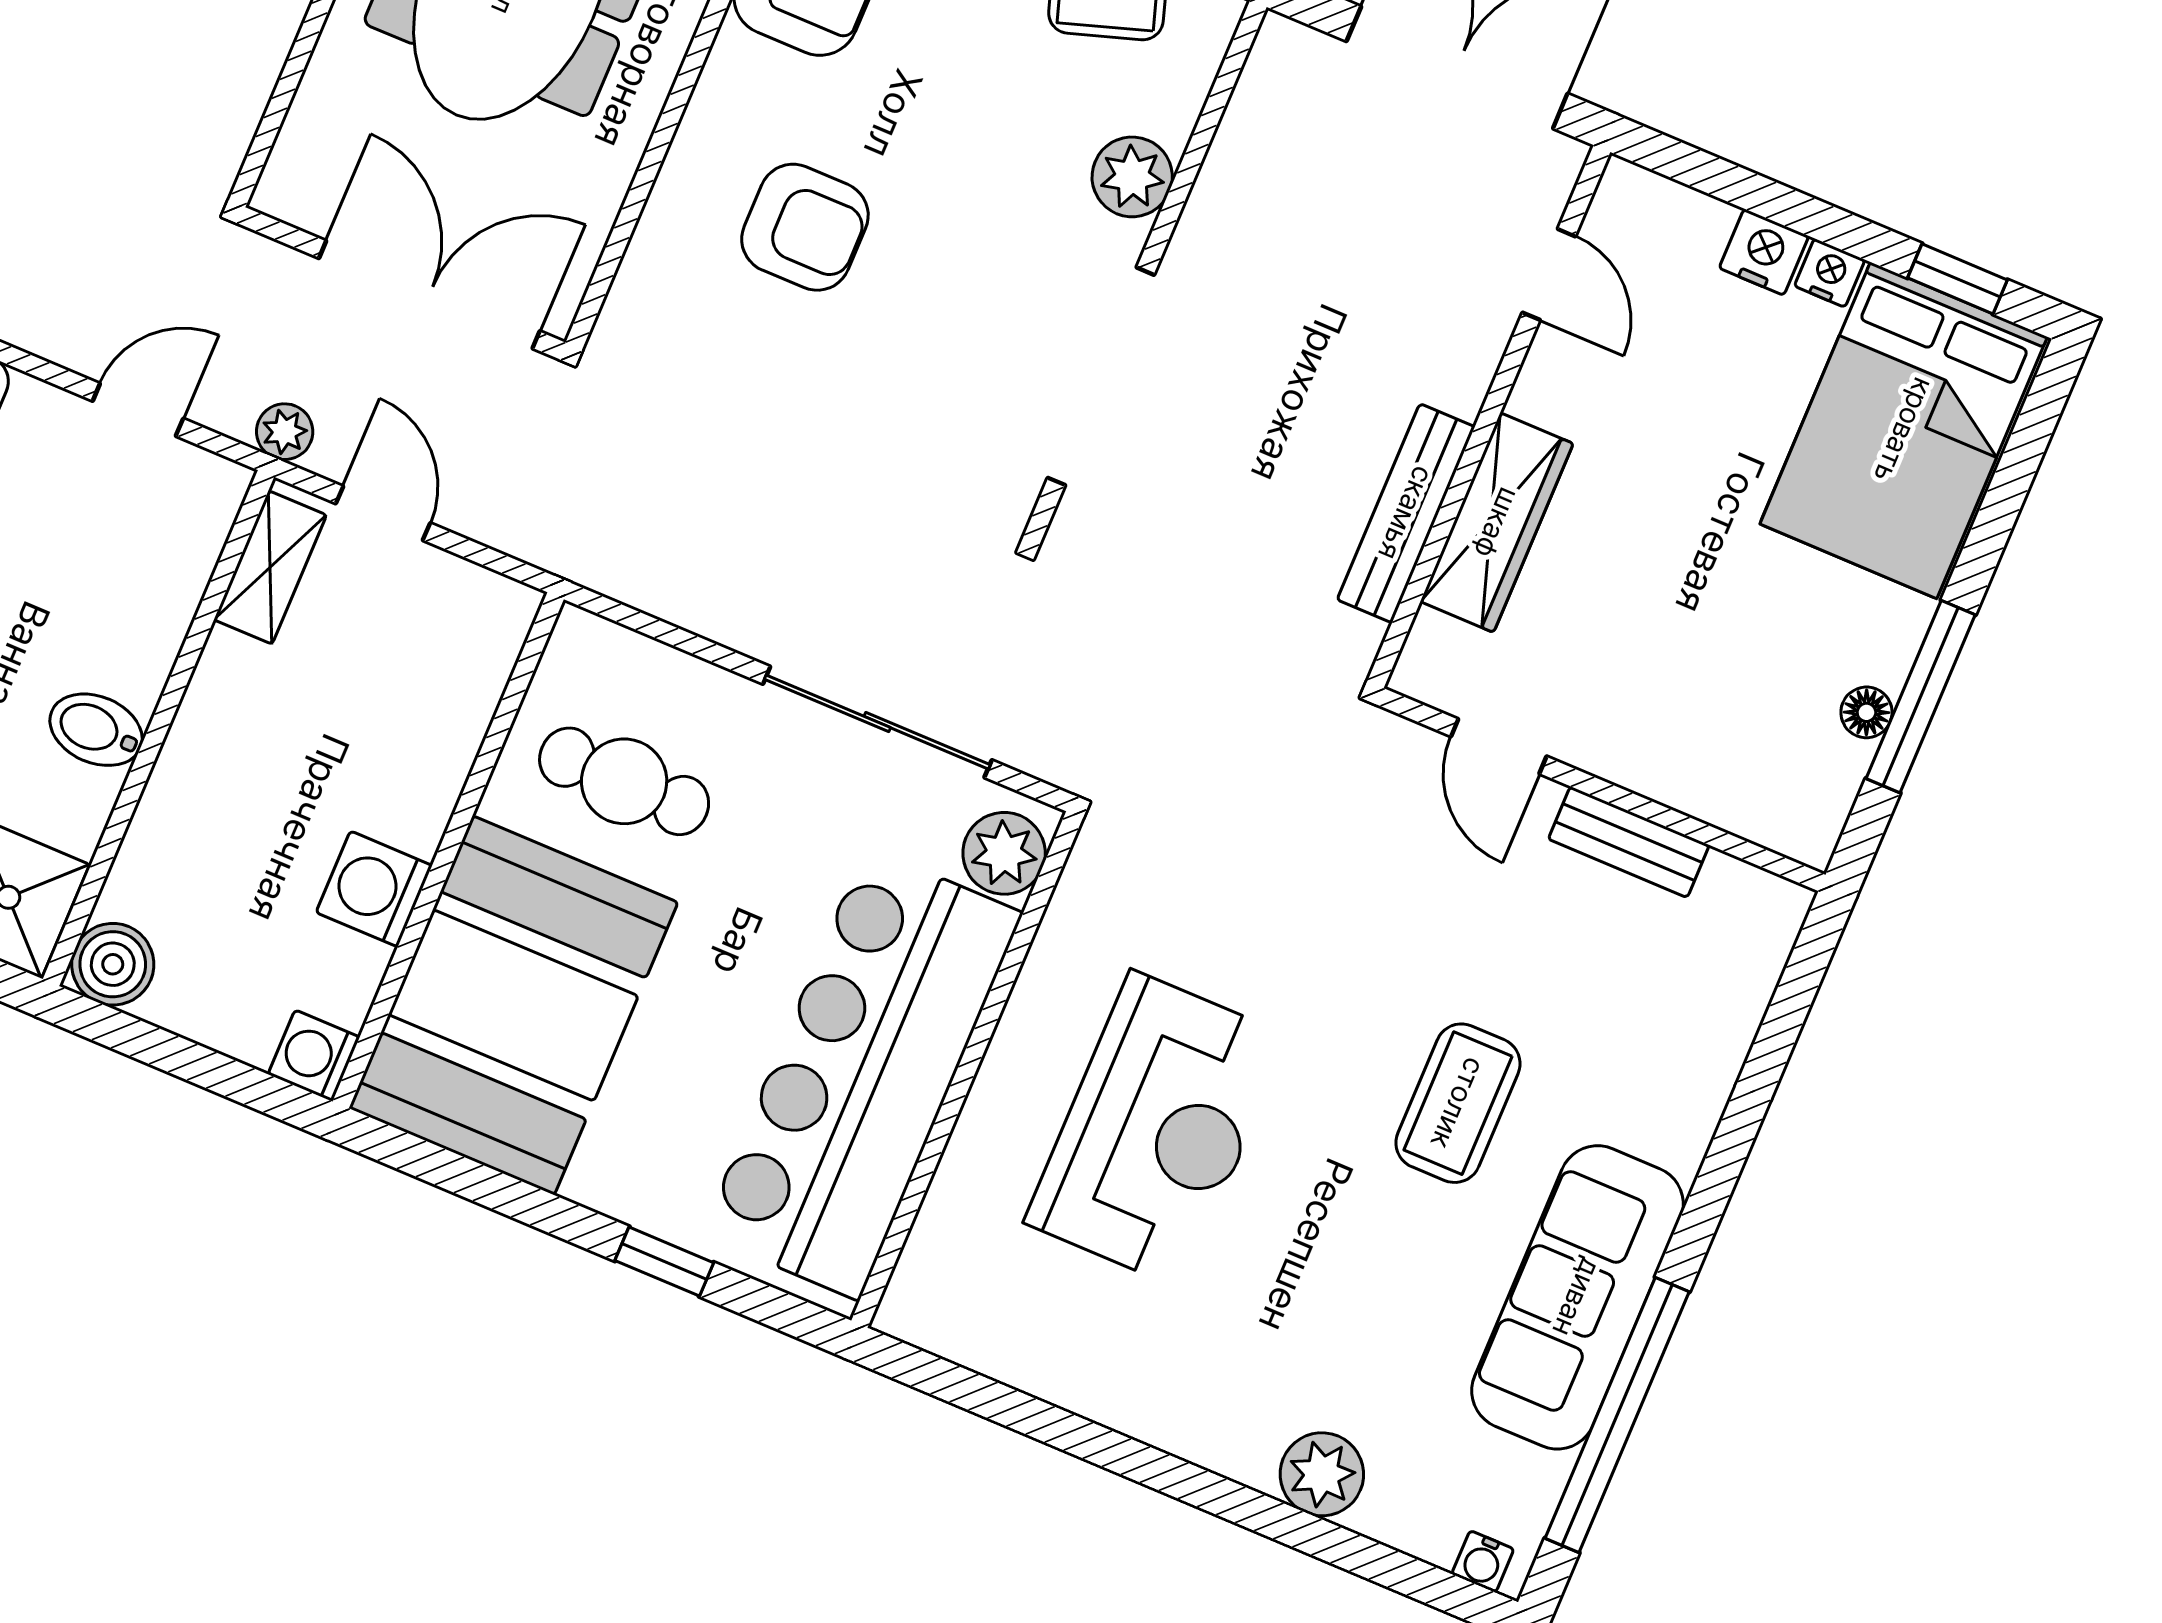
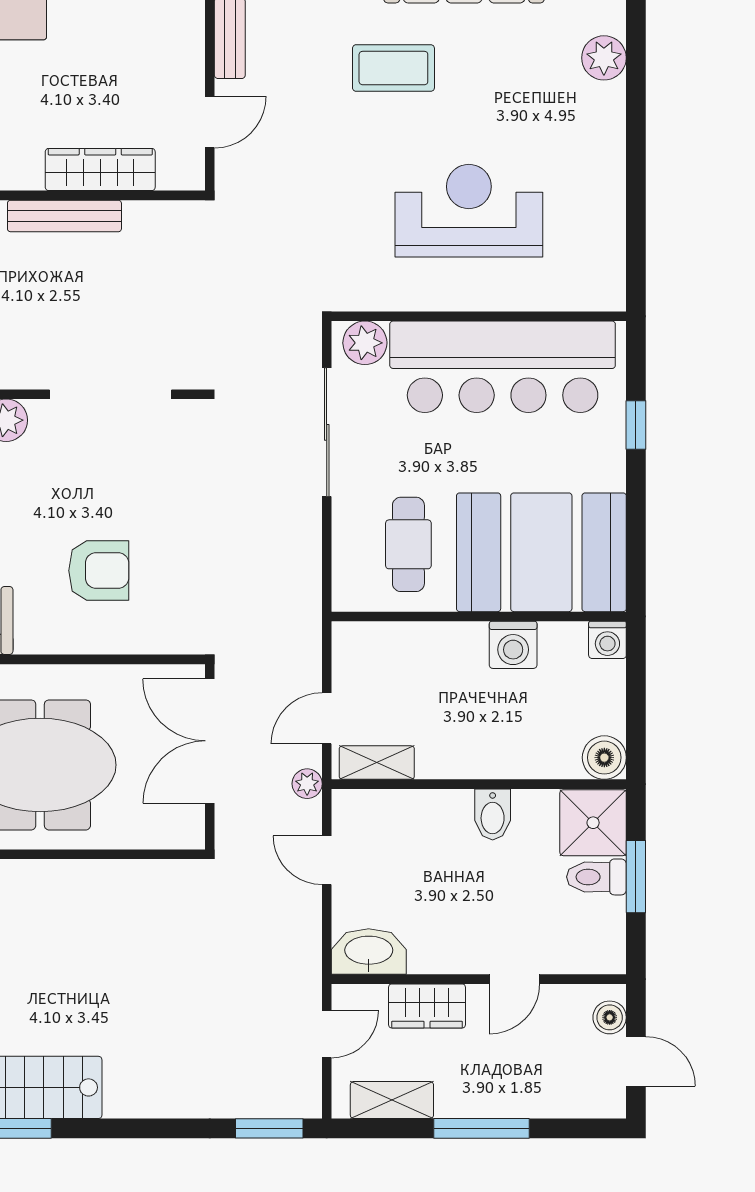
armchair: (805, 227) -> (99, 571), turned 90
bench: (1406, 513) -> (64, 216), moved

